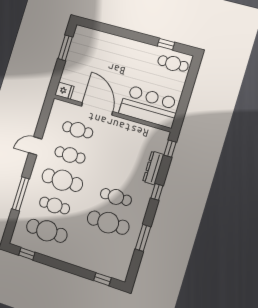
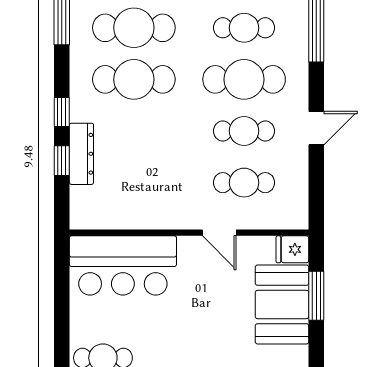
window: (65, 48) -> (316, 296), moved
booth: (78, 65) -> (282, 304), added
door: (97, 109) -> (219, 233), width x0.53
window: (170, 149) -> (62, 161), moved
cafe table: (116, 197) -> (134, 79), width x1.37, depth x1.35

